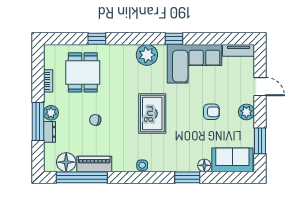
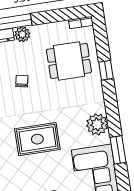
window: (174, 39) -> (118, 150), width x1.50
bookcase: (48, 81) -> (81, 22), moved

